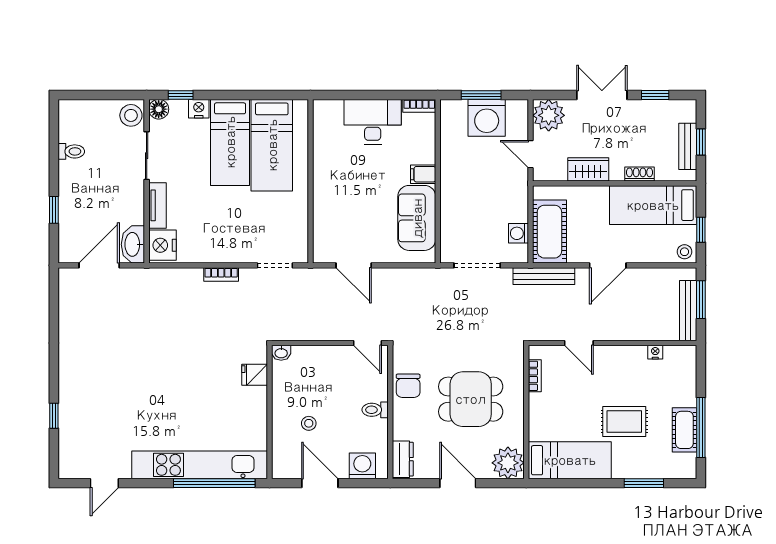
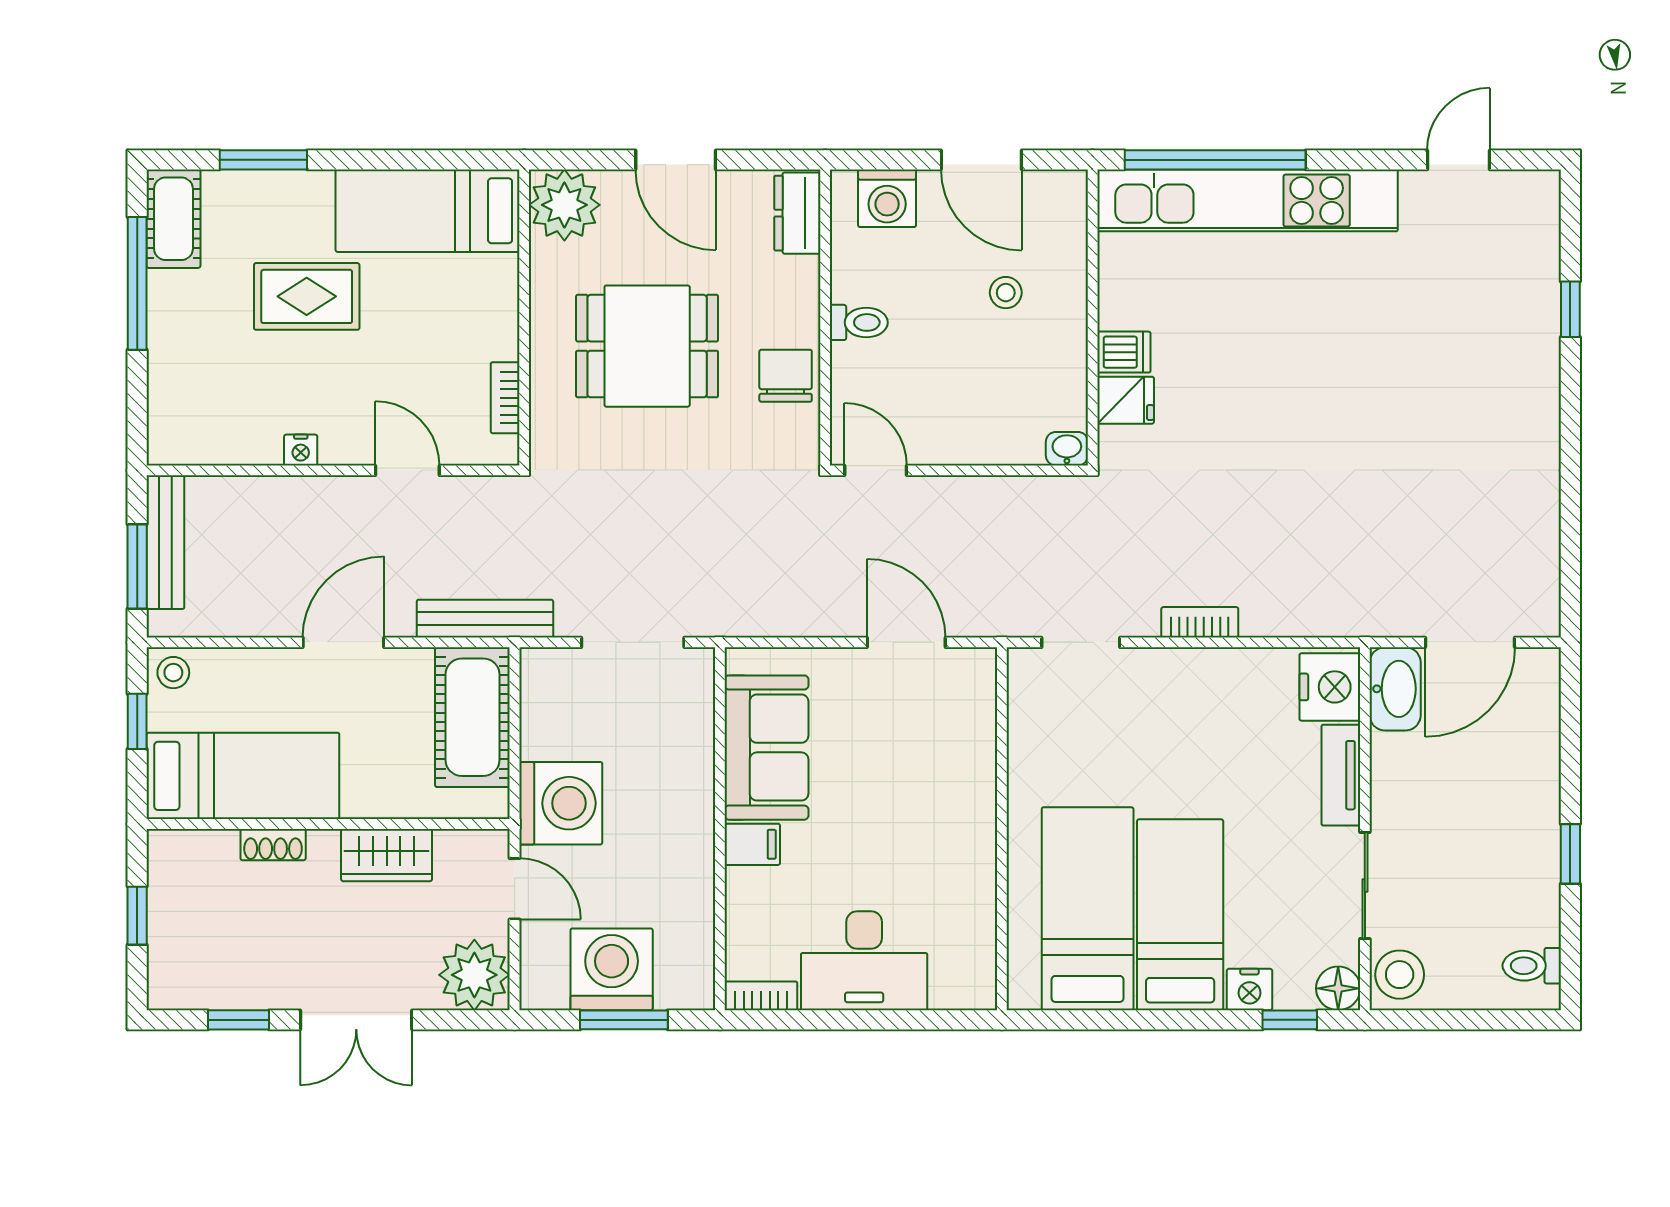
bench: (688, 146) -> (166, 906), removed
toilet: (71, 151) -> (1532, 966), moved
window: (54, 210) -> (1570, 854), moved
washing machine: (518, 233) -> (561, 803), moved, width x1.89, depth x1.89
nightstand: (655, 352) -> (301, 450), moved
dishwasher: (255, 396) -> (1124, 352), added
cot: (684, 430) -> (173, 219), moved

